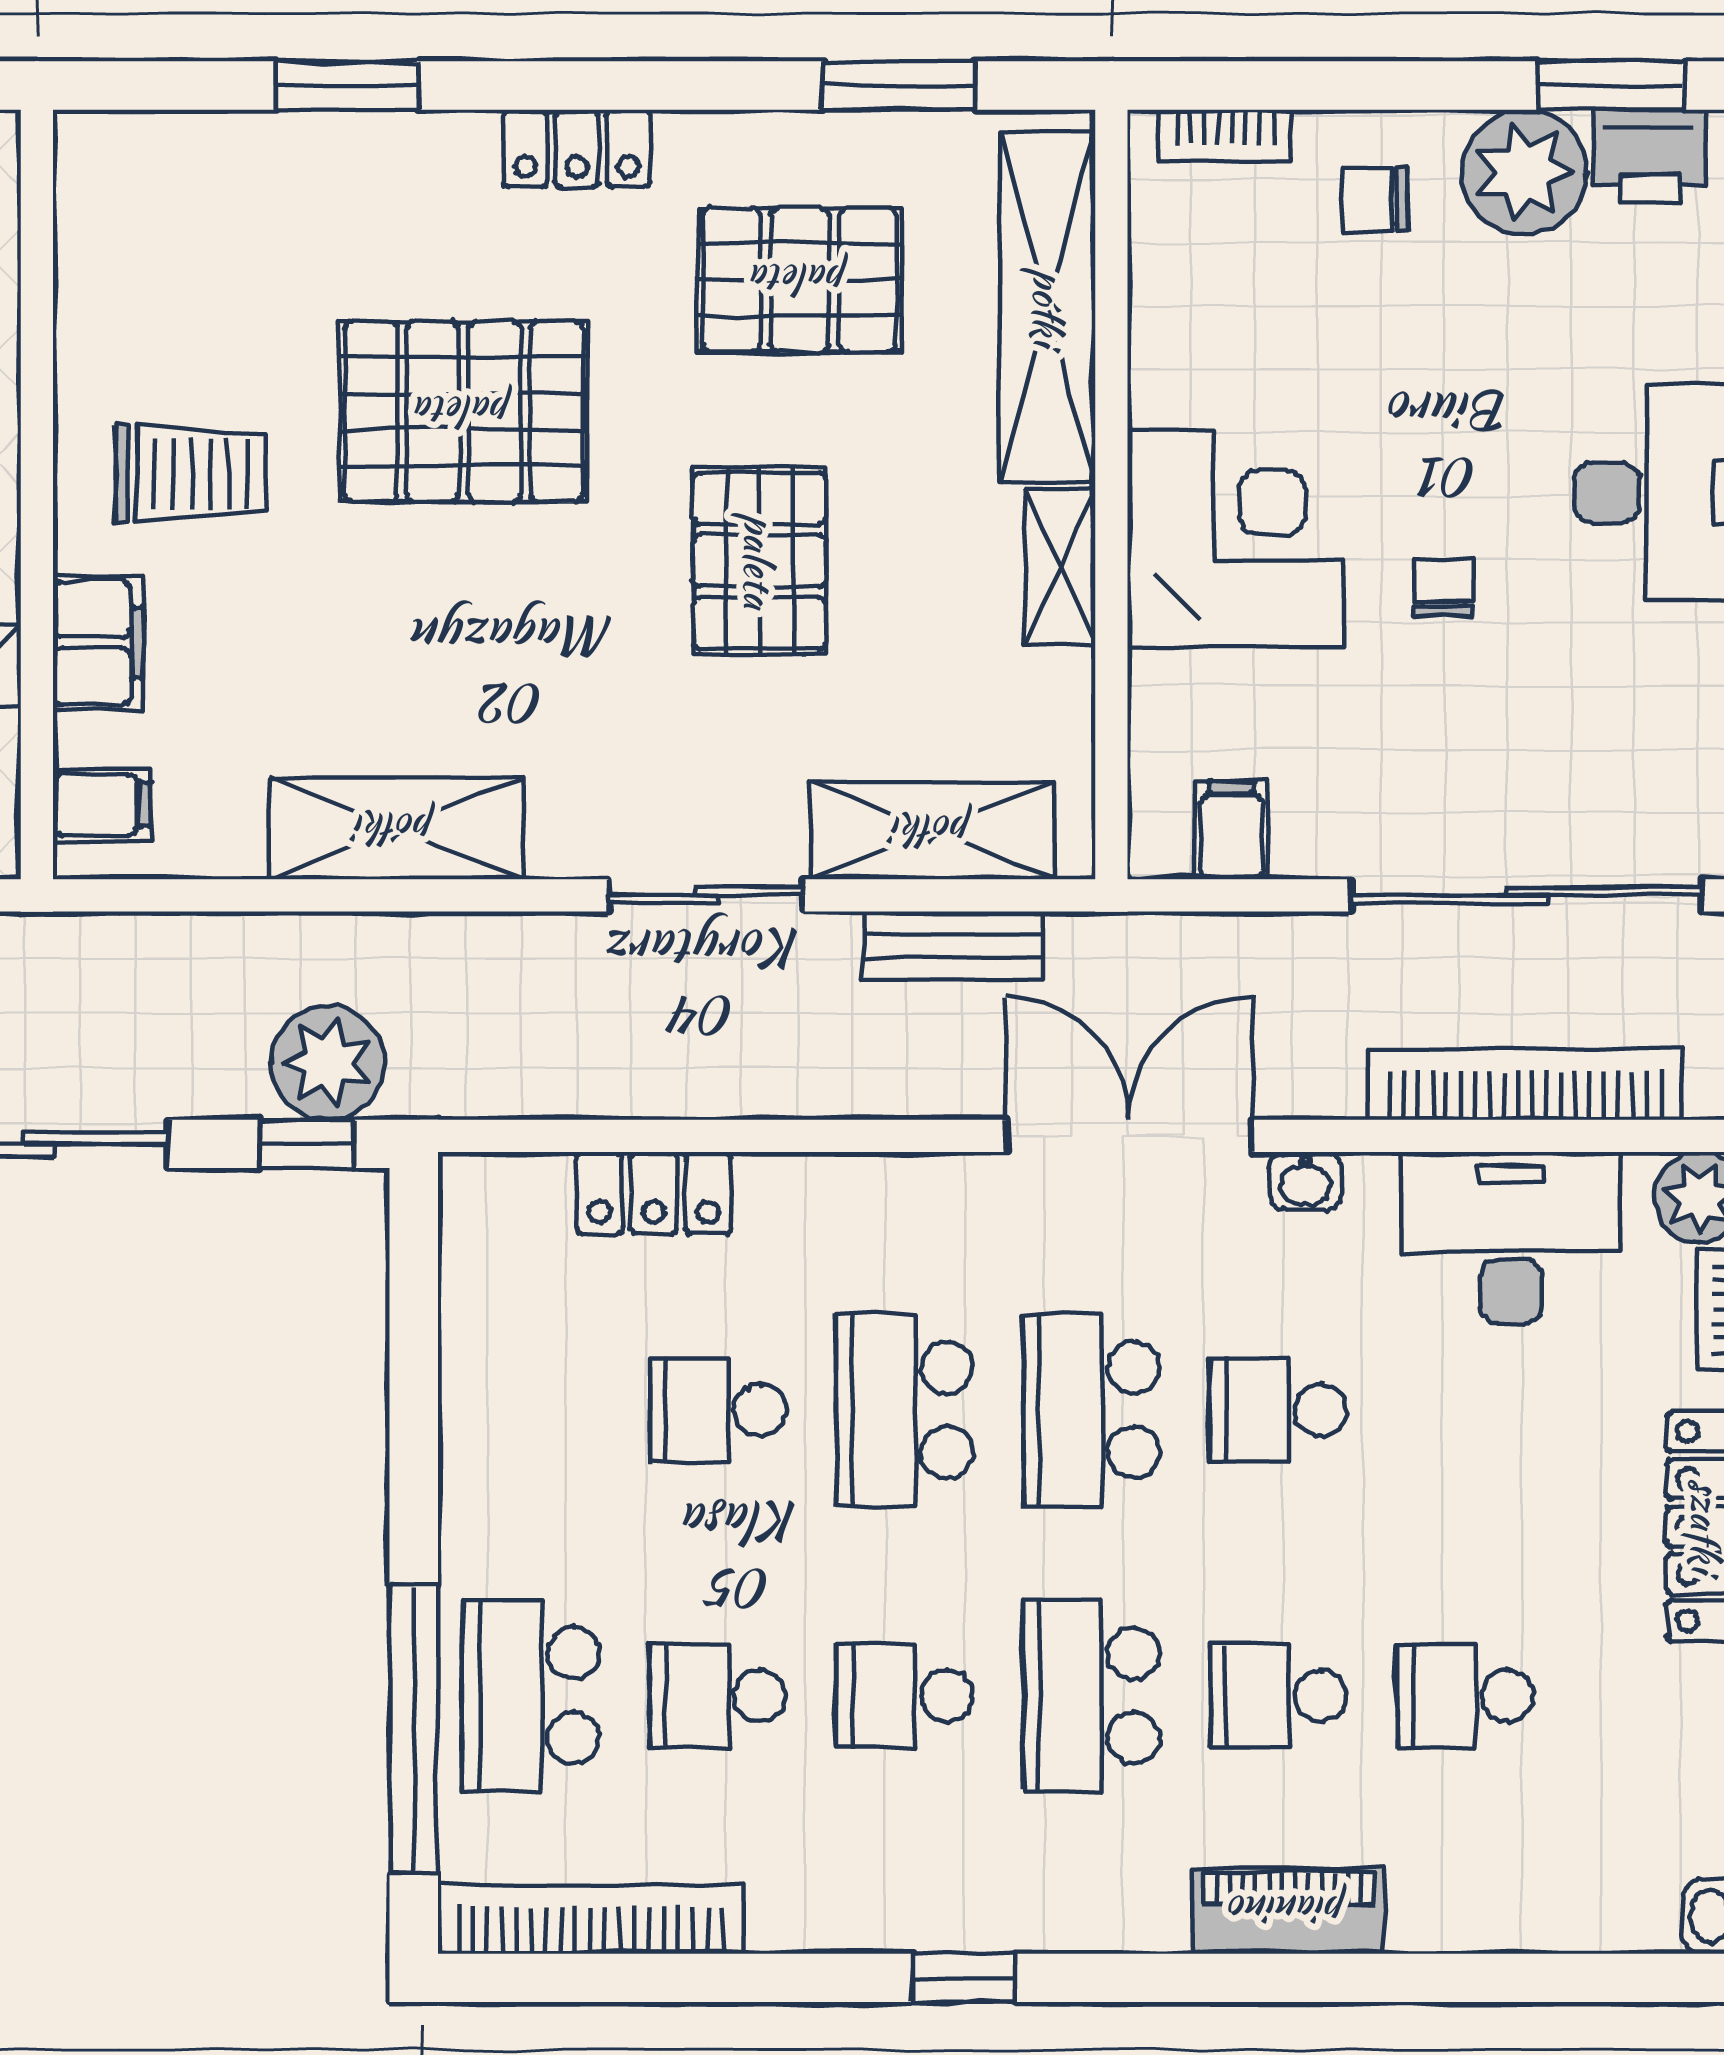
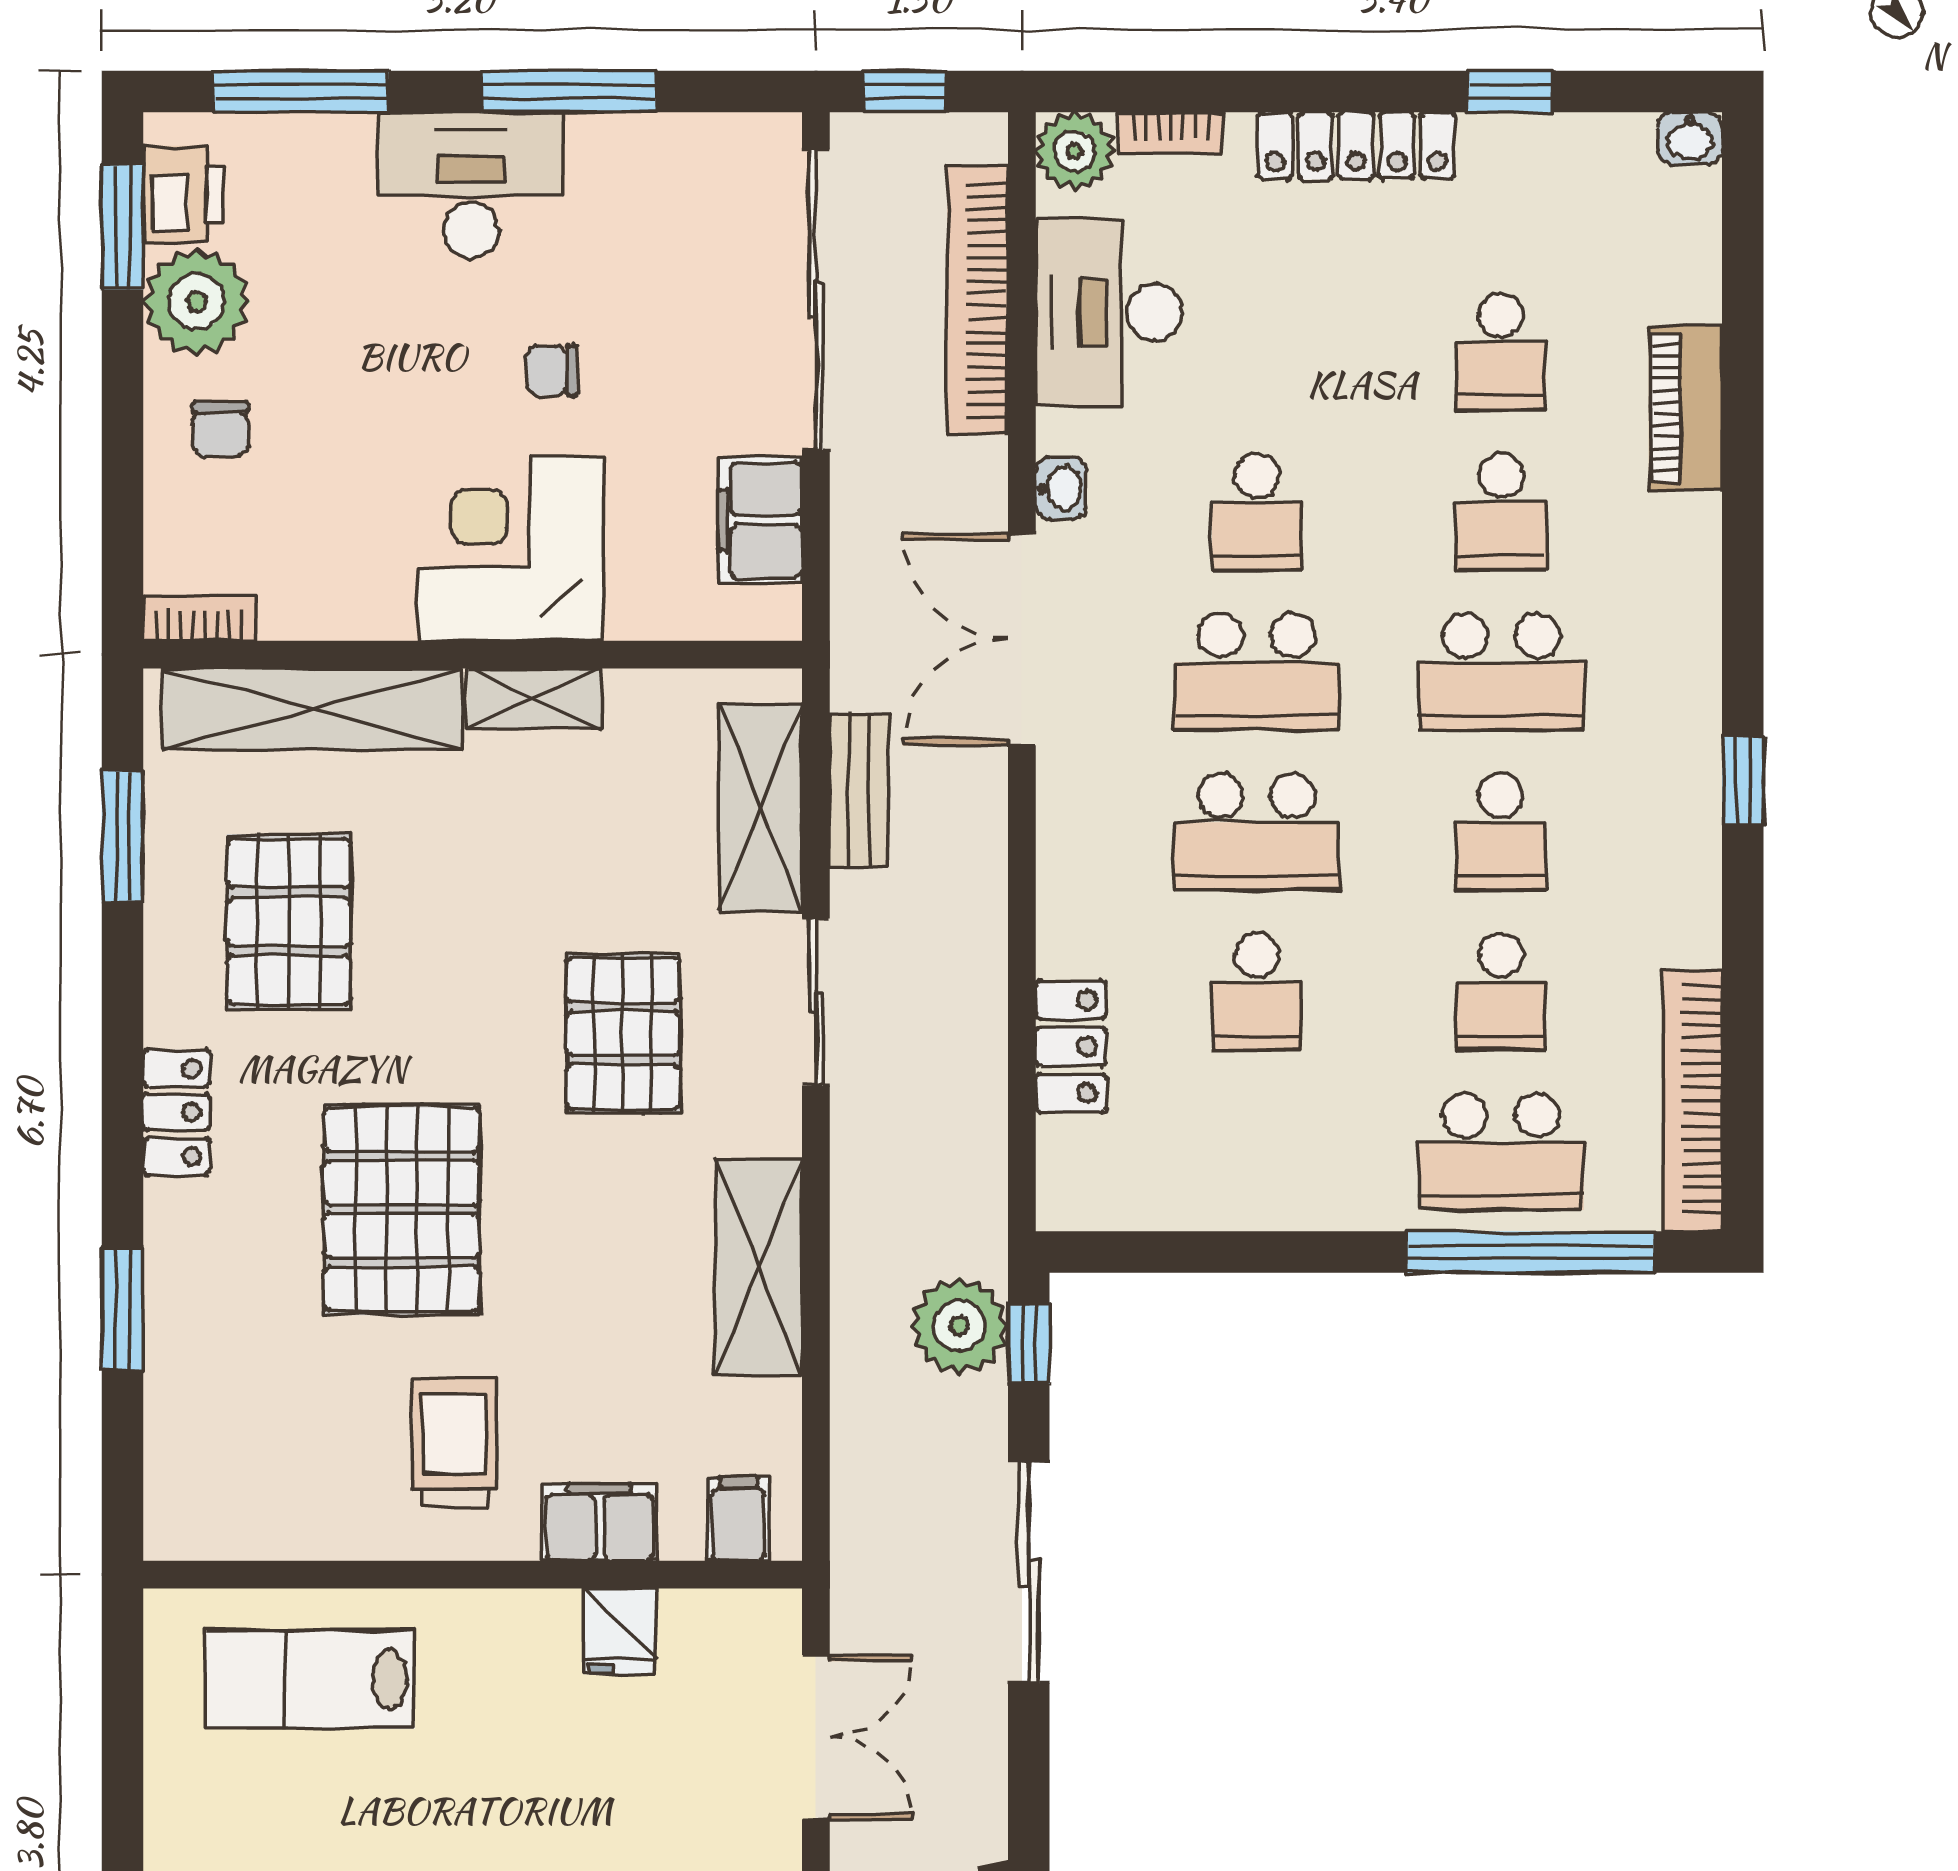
bookcase: (1225, 136) -> (199, 619), moved, turned -90
pallet: (759, 561) -> (623, 1034), moved, turned 90
filing cabinet: (1232, 830) -> (760, 520), width x2.00
piano: (1288, 1911) -> (1686, 408), moved

